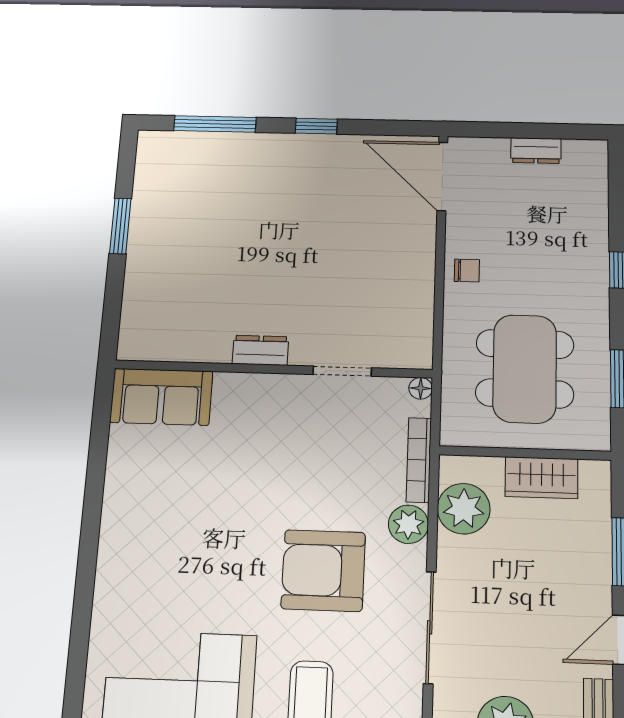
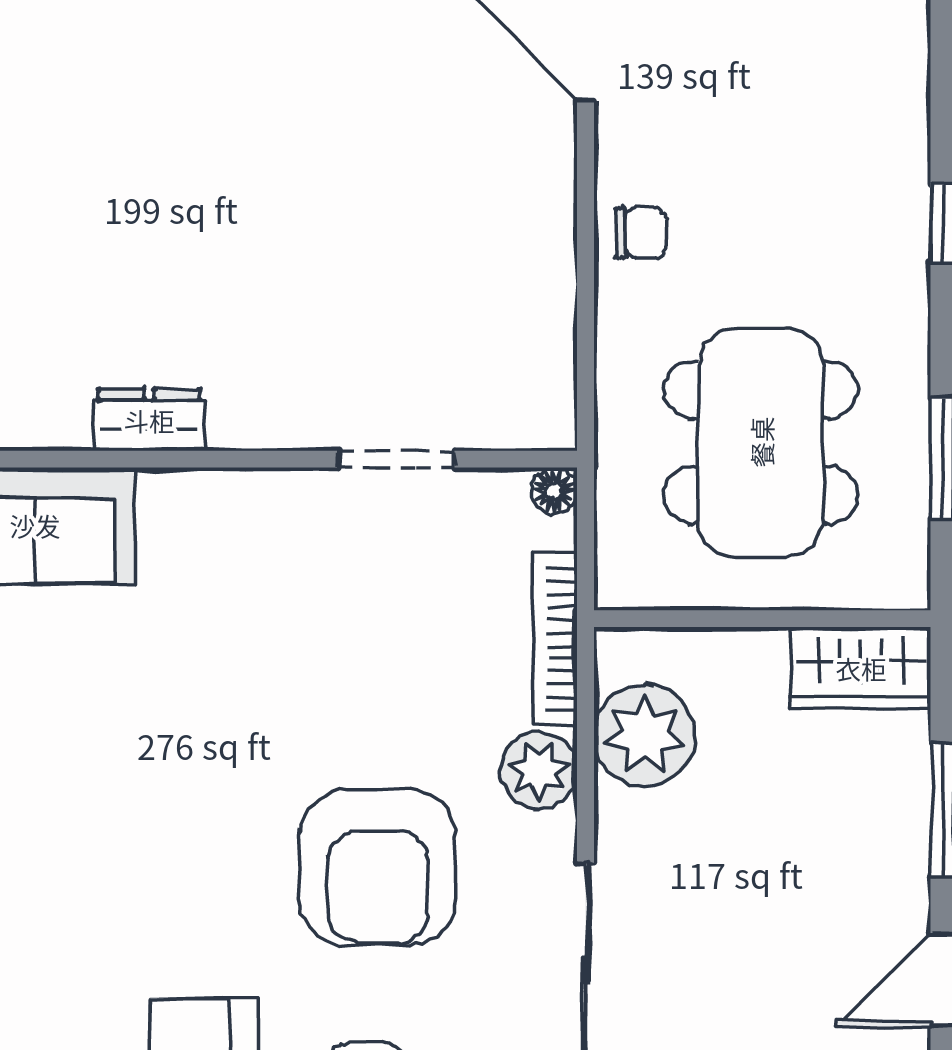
dresser: (260, 350) -> (149, 420), moved
wardrobe: (541, 478) -> (861, 668), moved
armchair: (323, 570) -> (378, 868), turned -90

